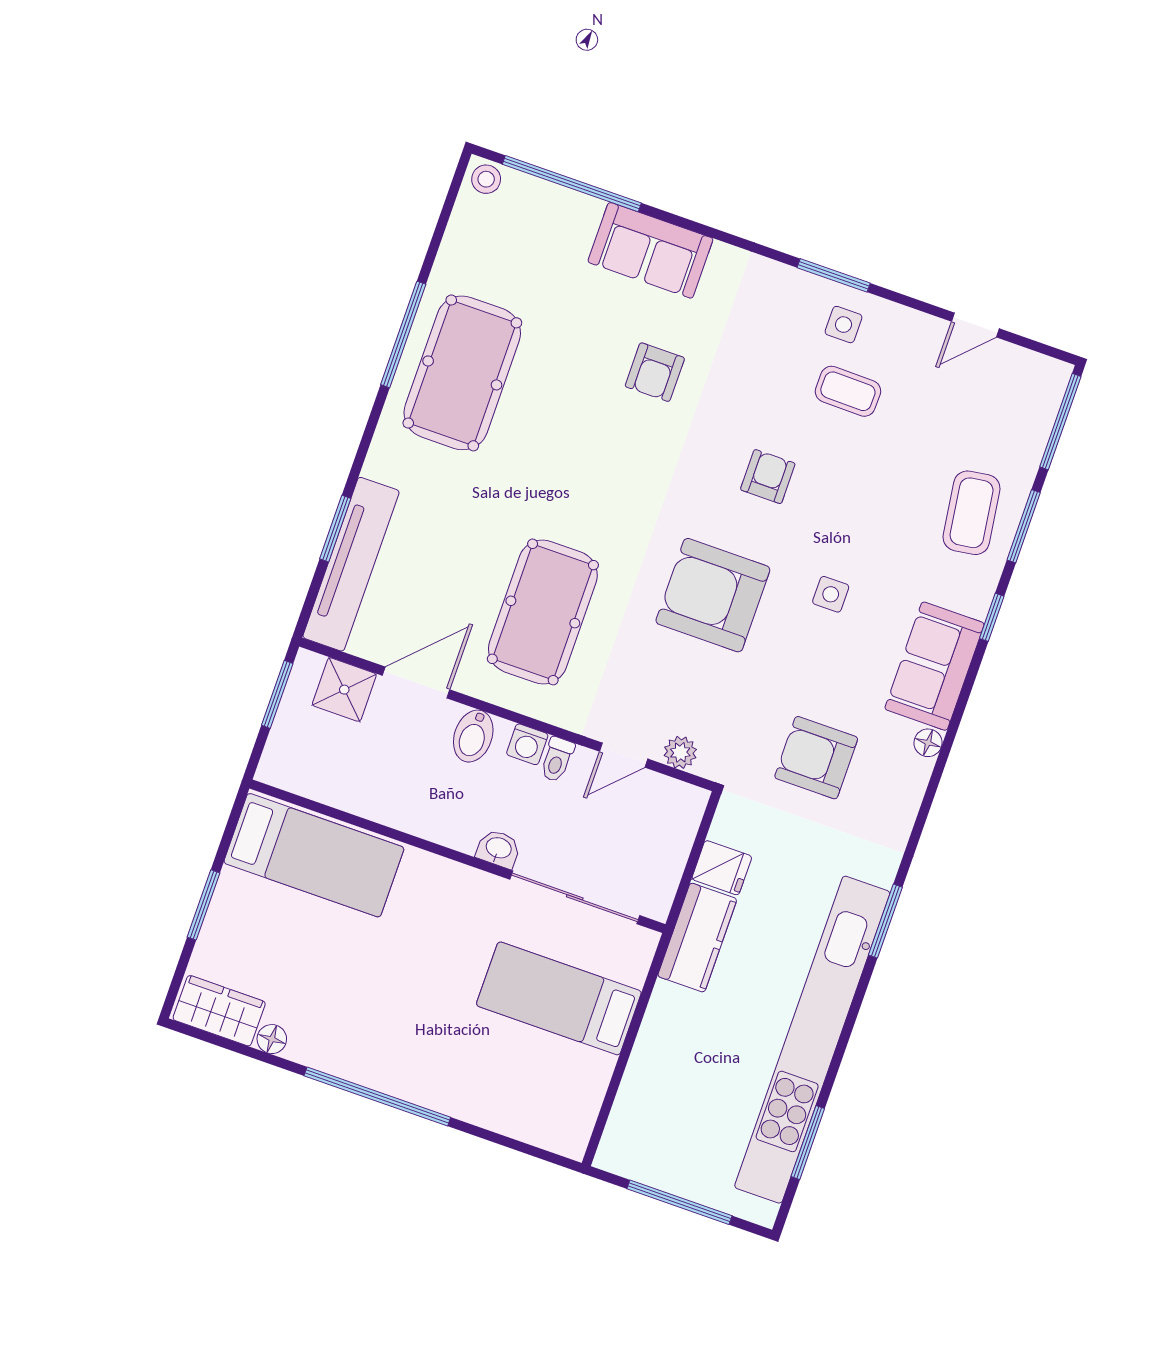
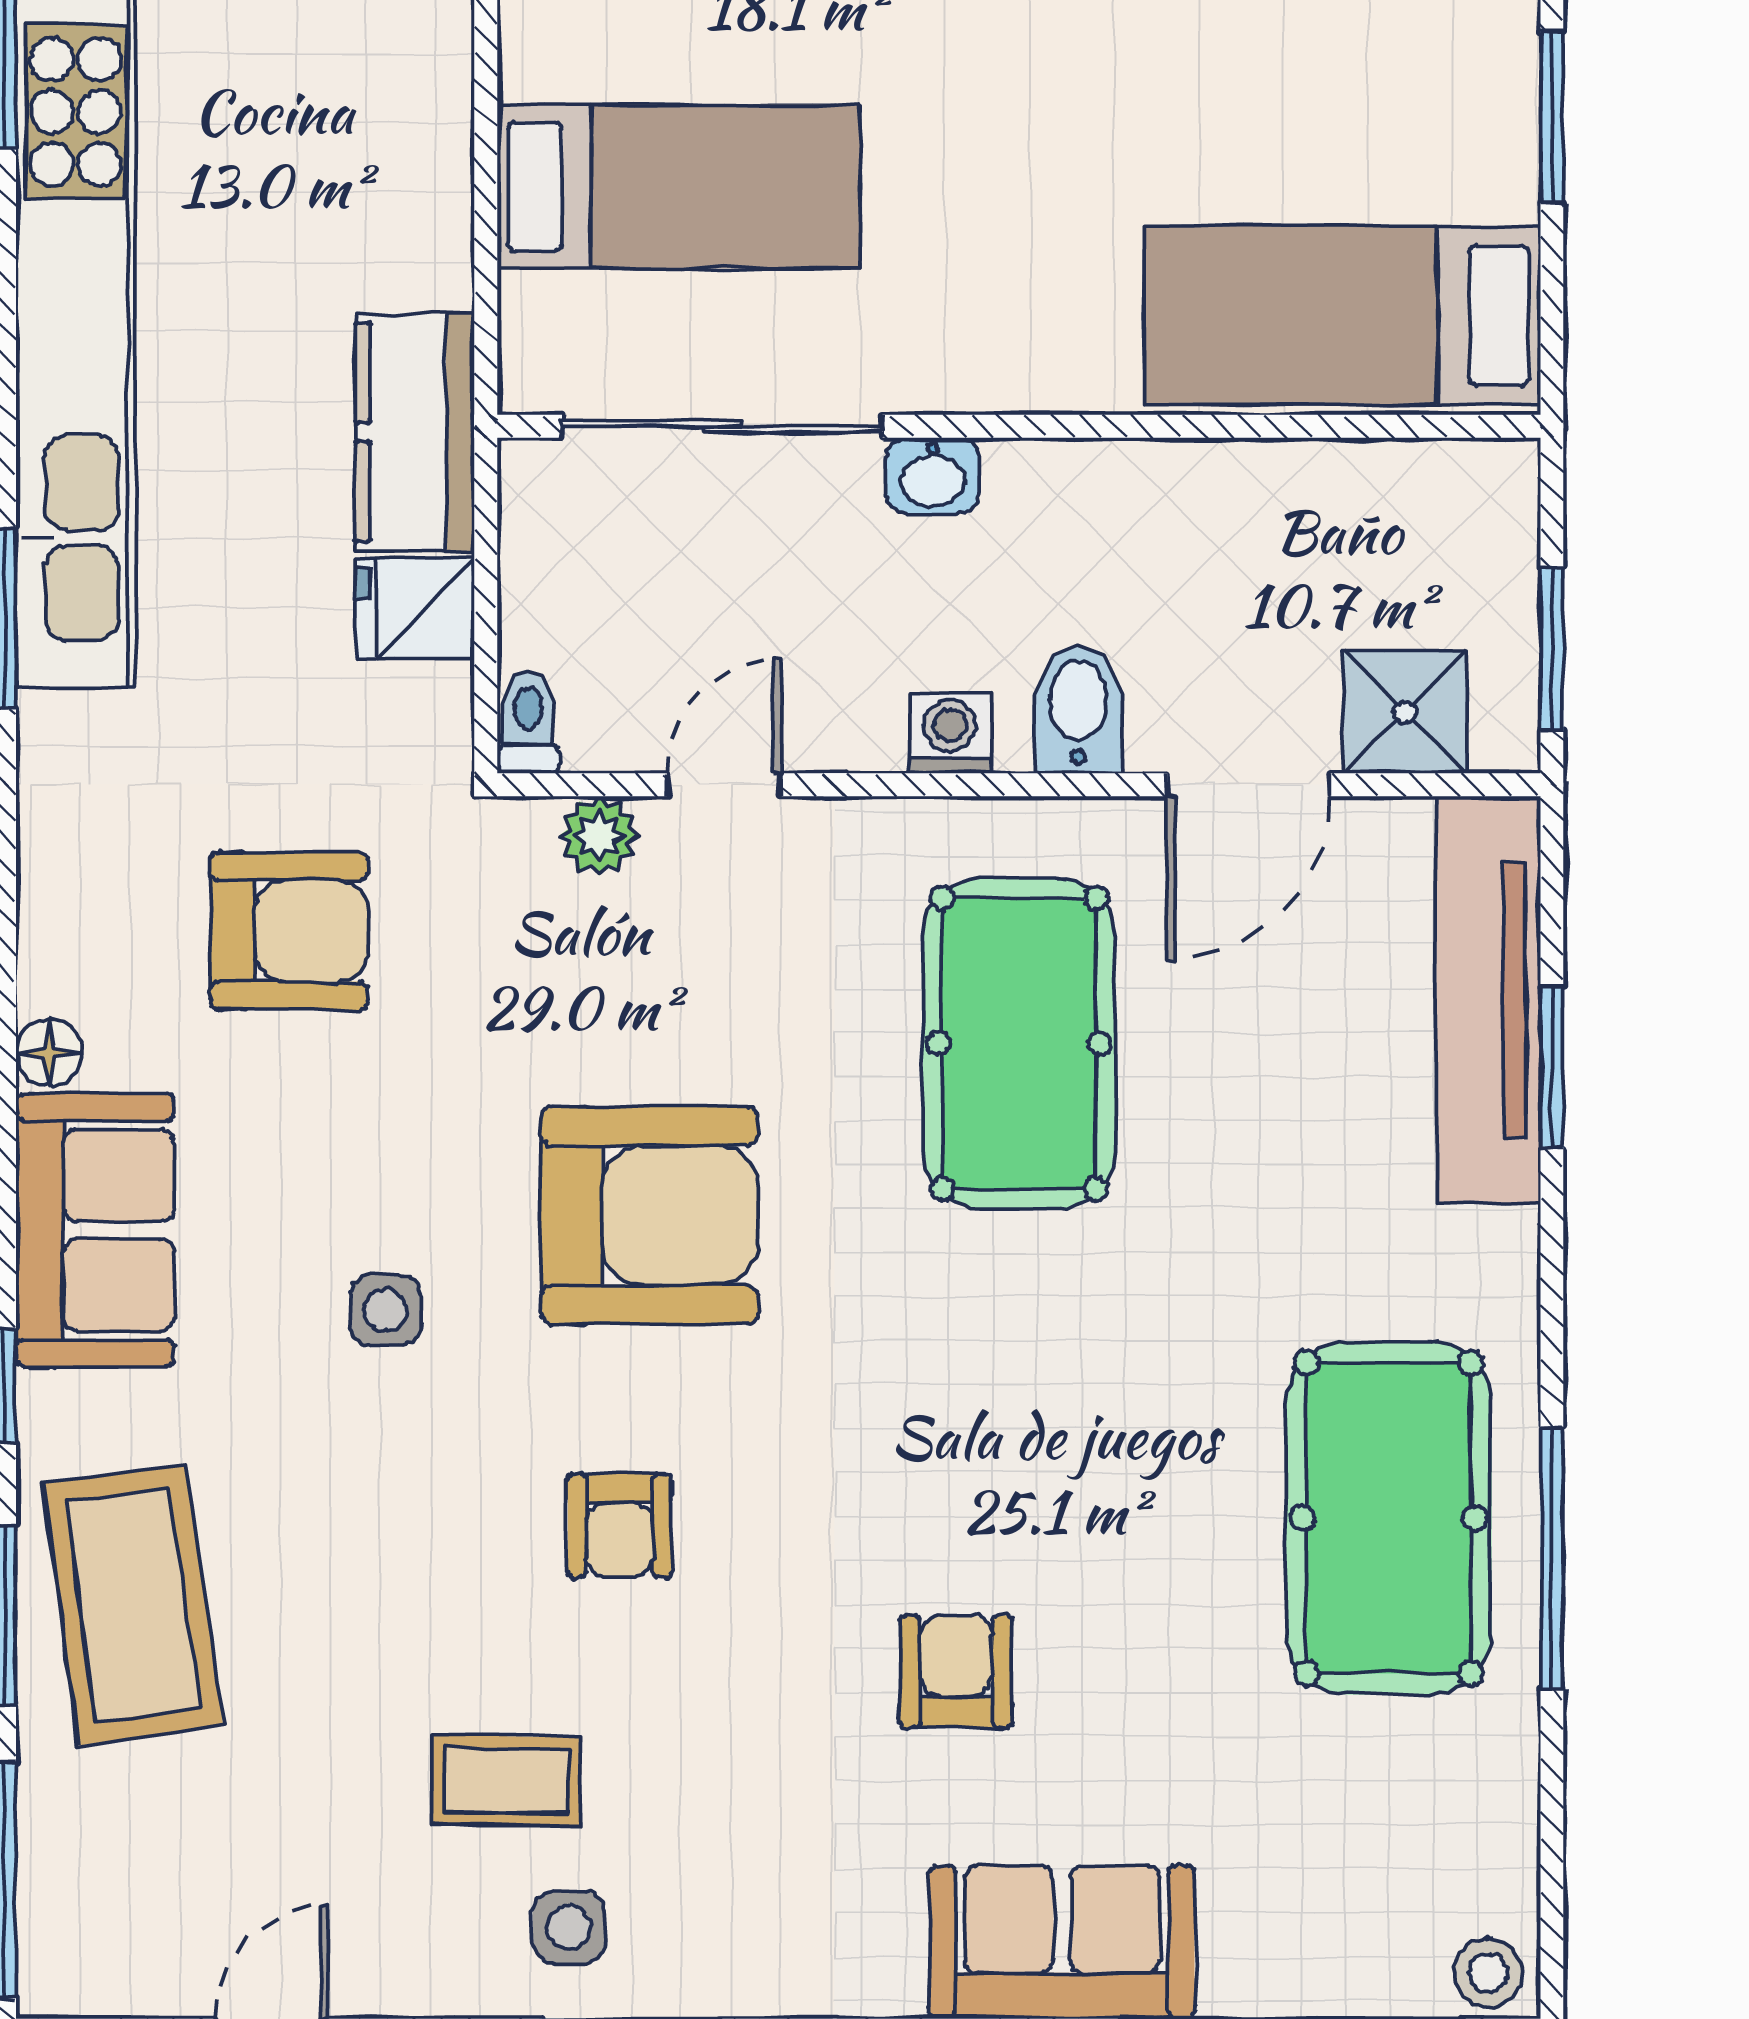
coffee table: (972, 513) -> (133, 1605), width x1.36, depth x1.32
toilet: (557, 759) -> (528, 723), moved

